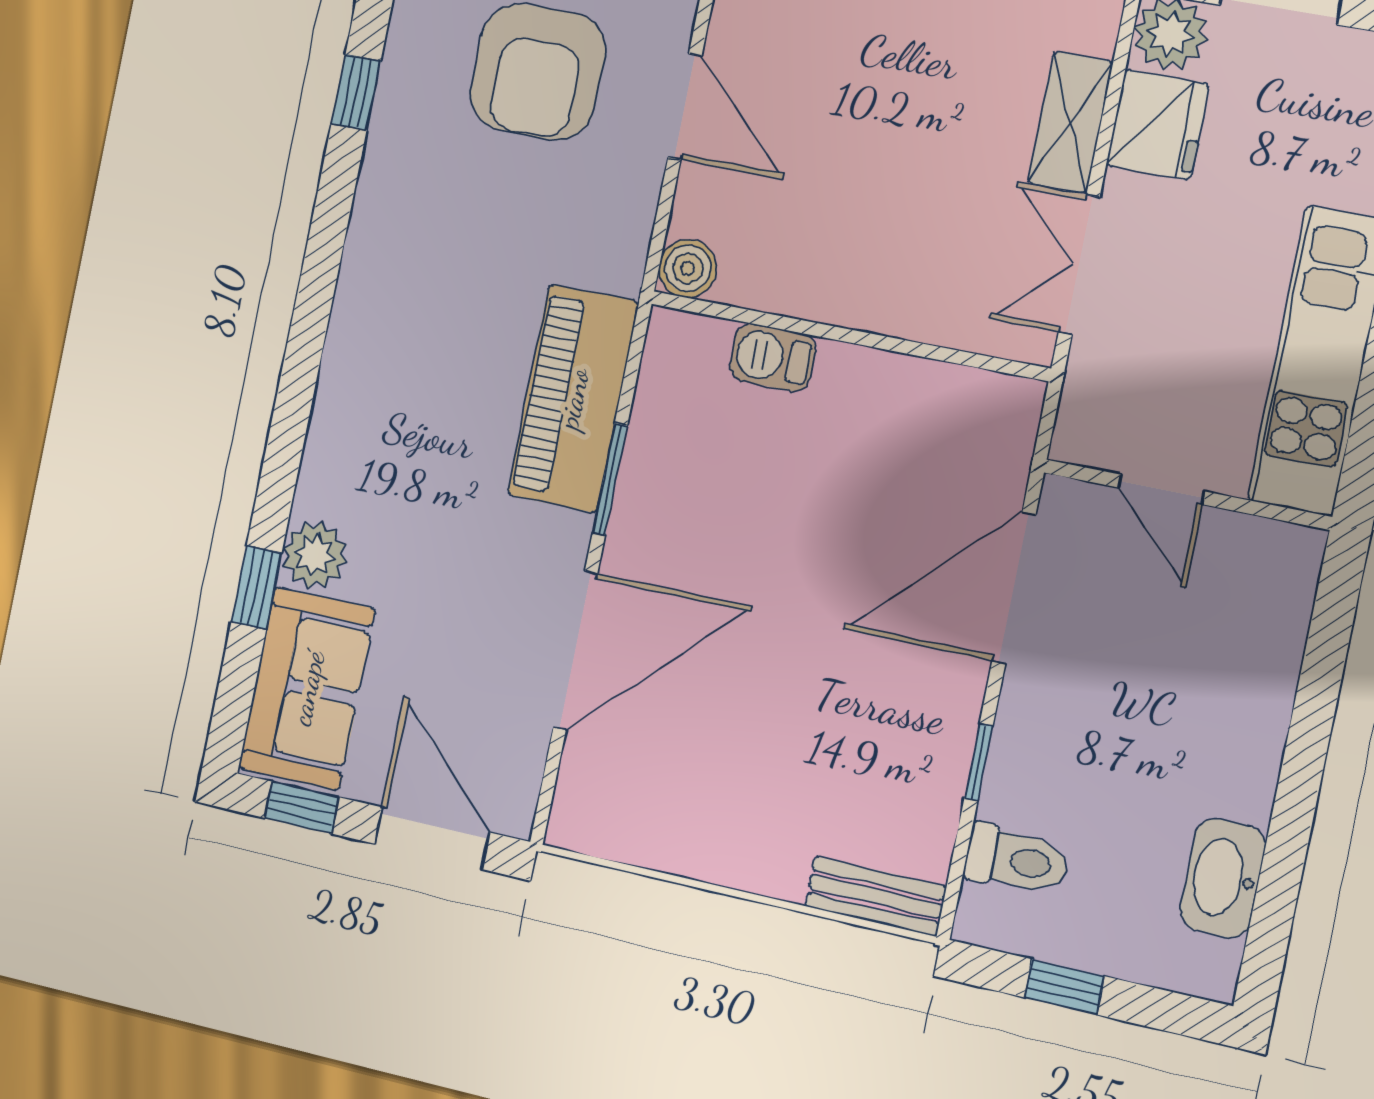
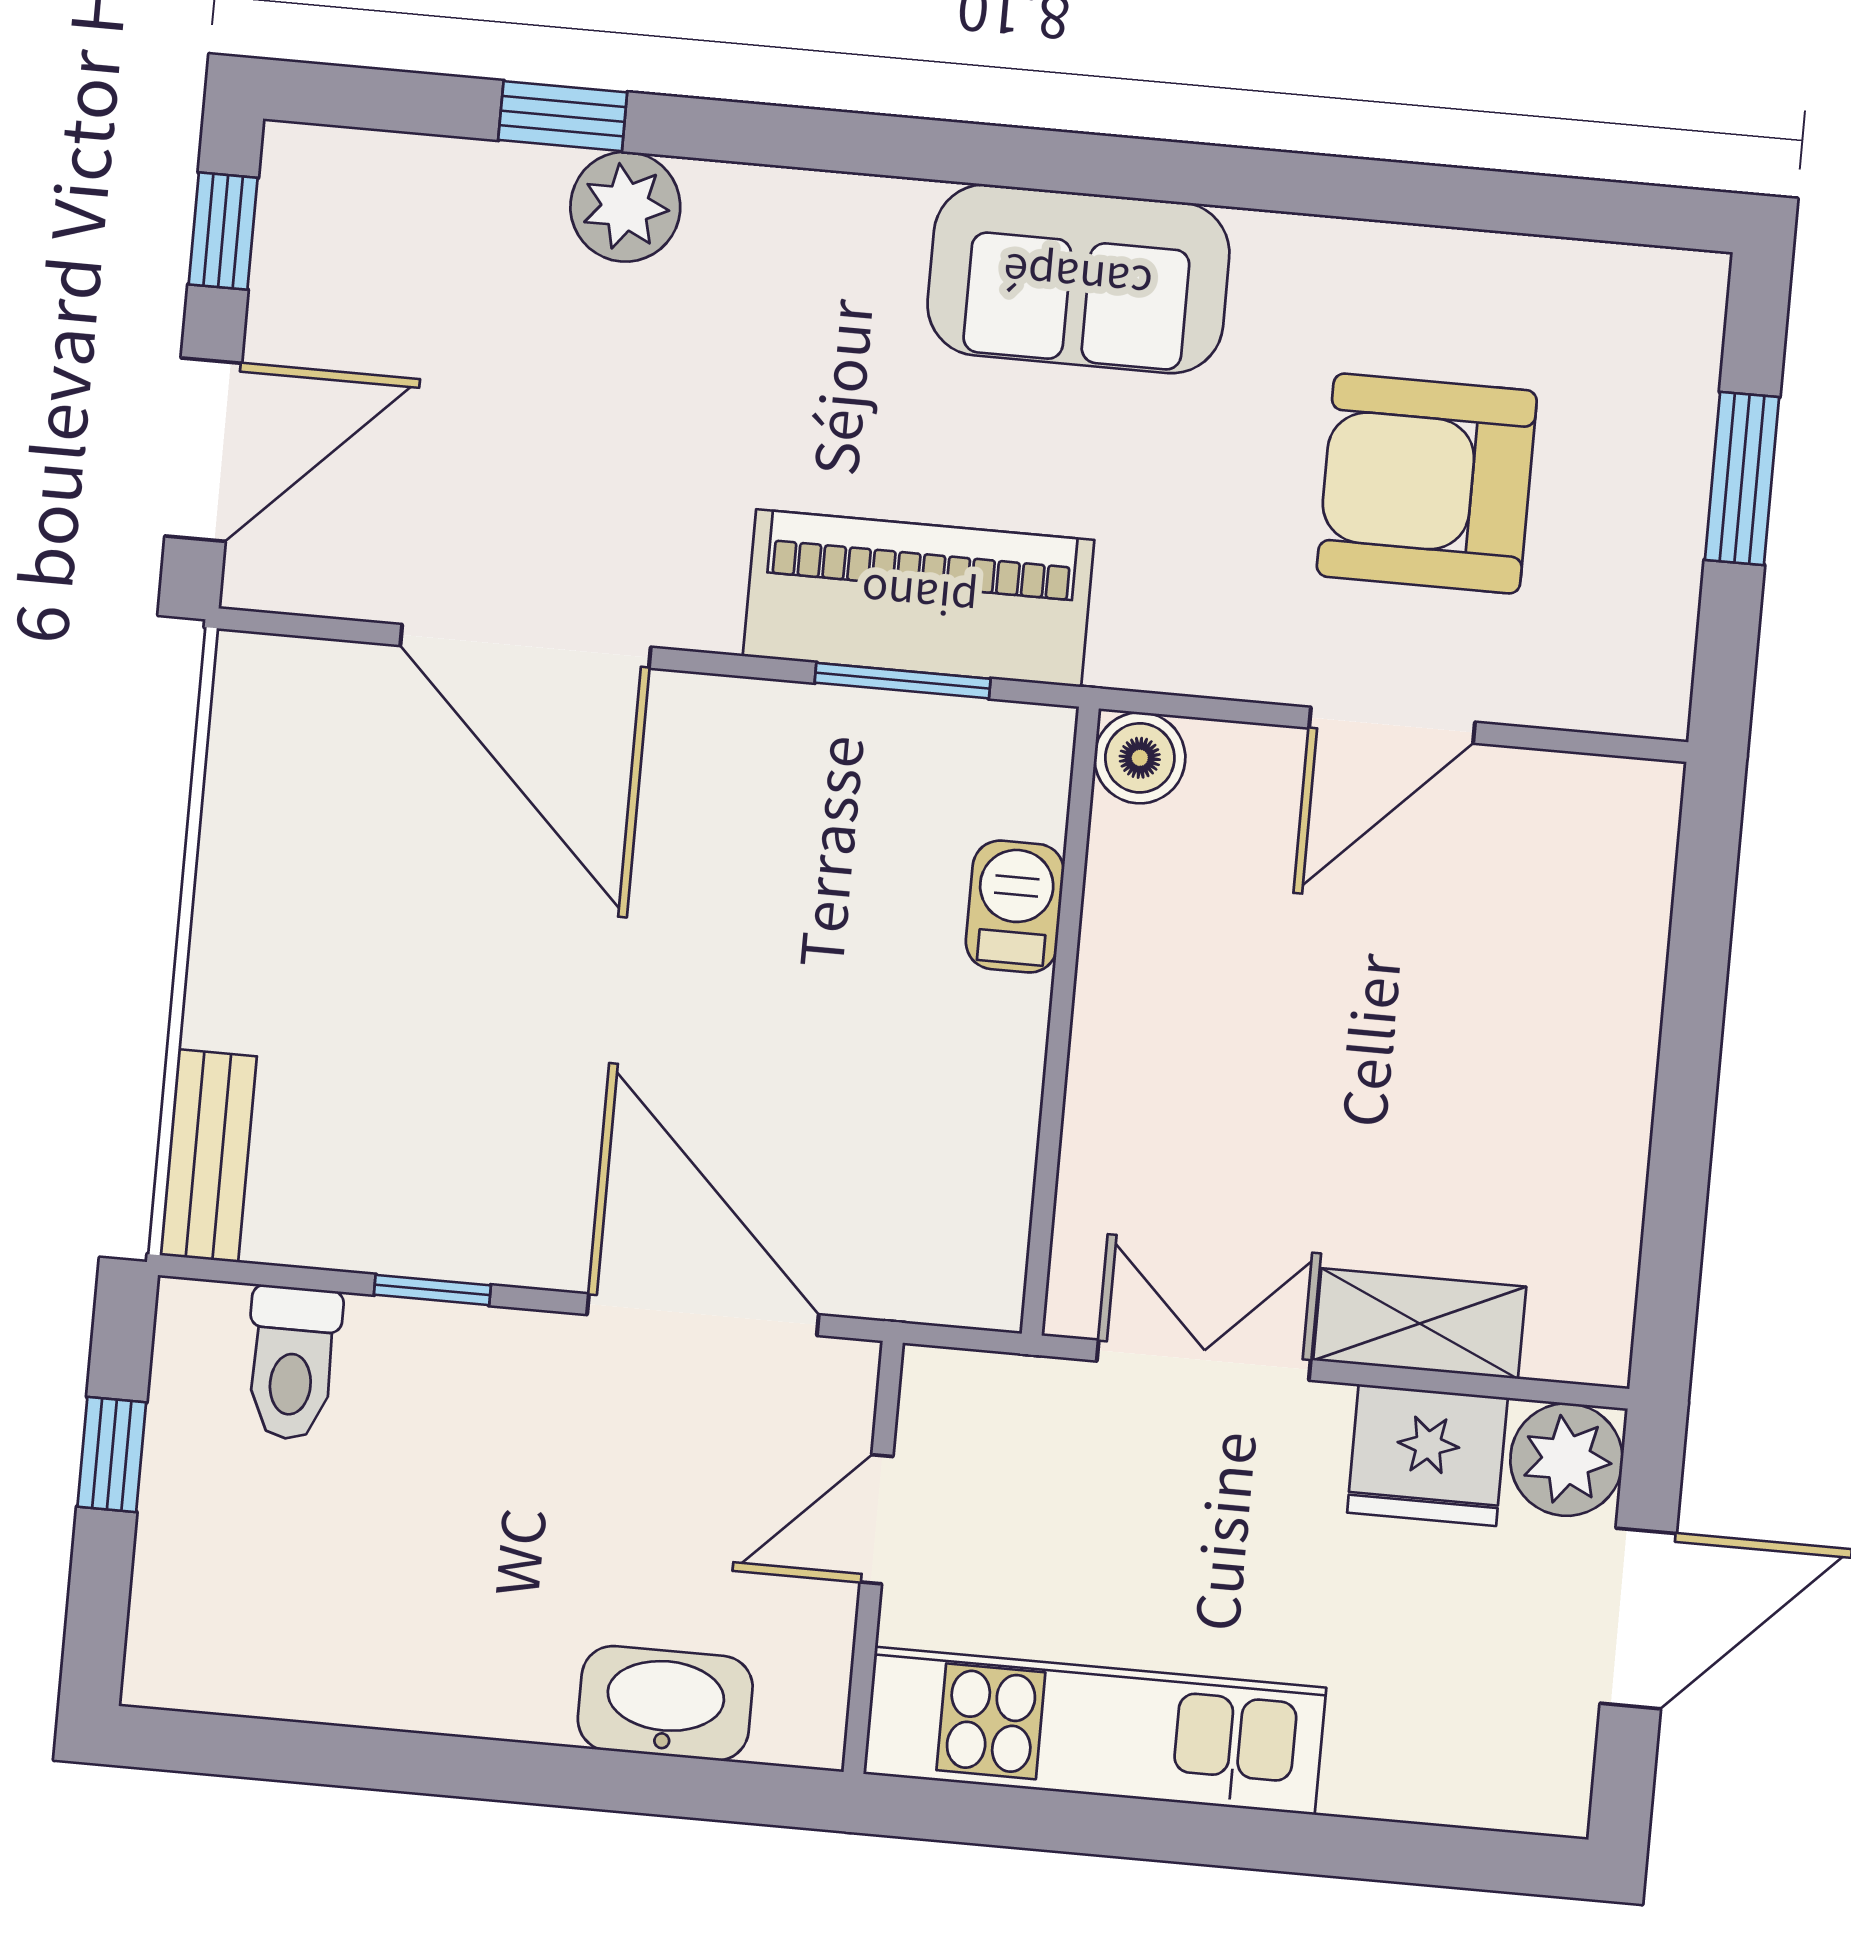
window: (356, 92) -> (1369, 190), removed
window: (610, 479) -> (903, 681), moved
sofa: (307, 688) -> (1078, 279), moved
washbasin: (1223, 878) -> (665, 1703), moved

